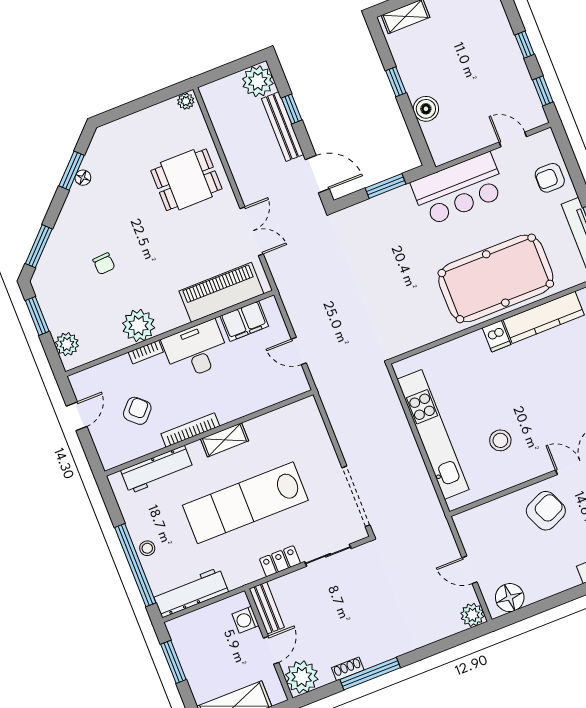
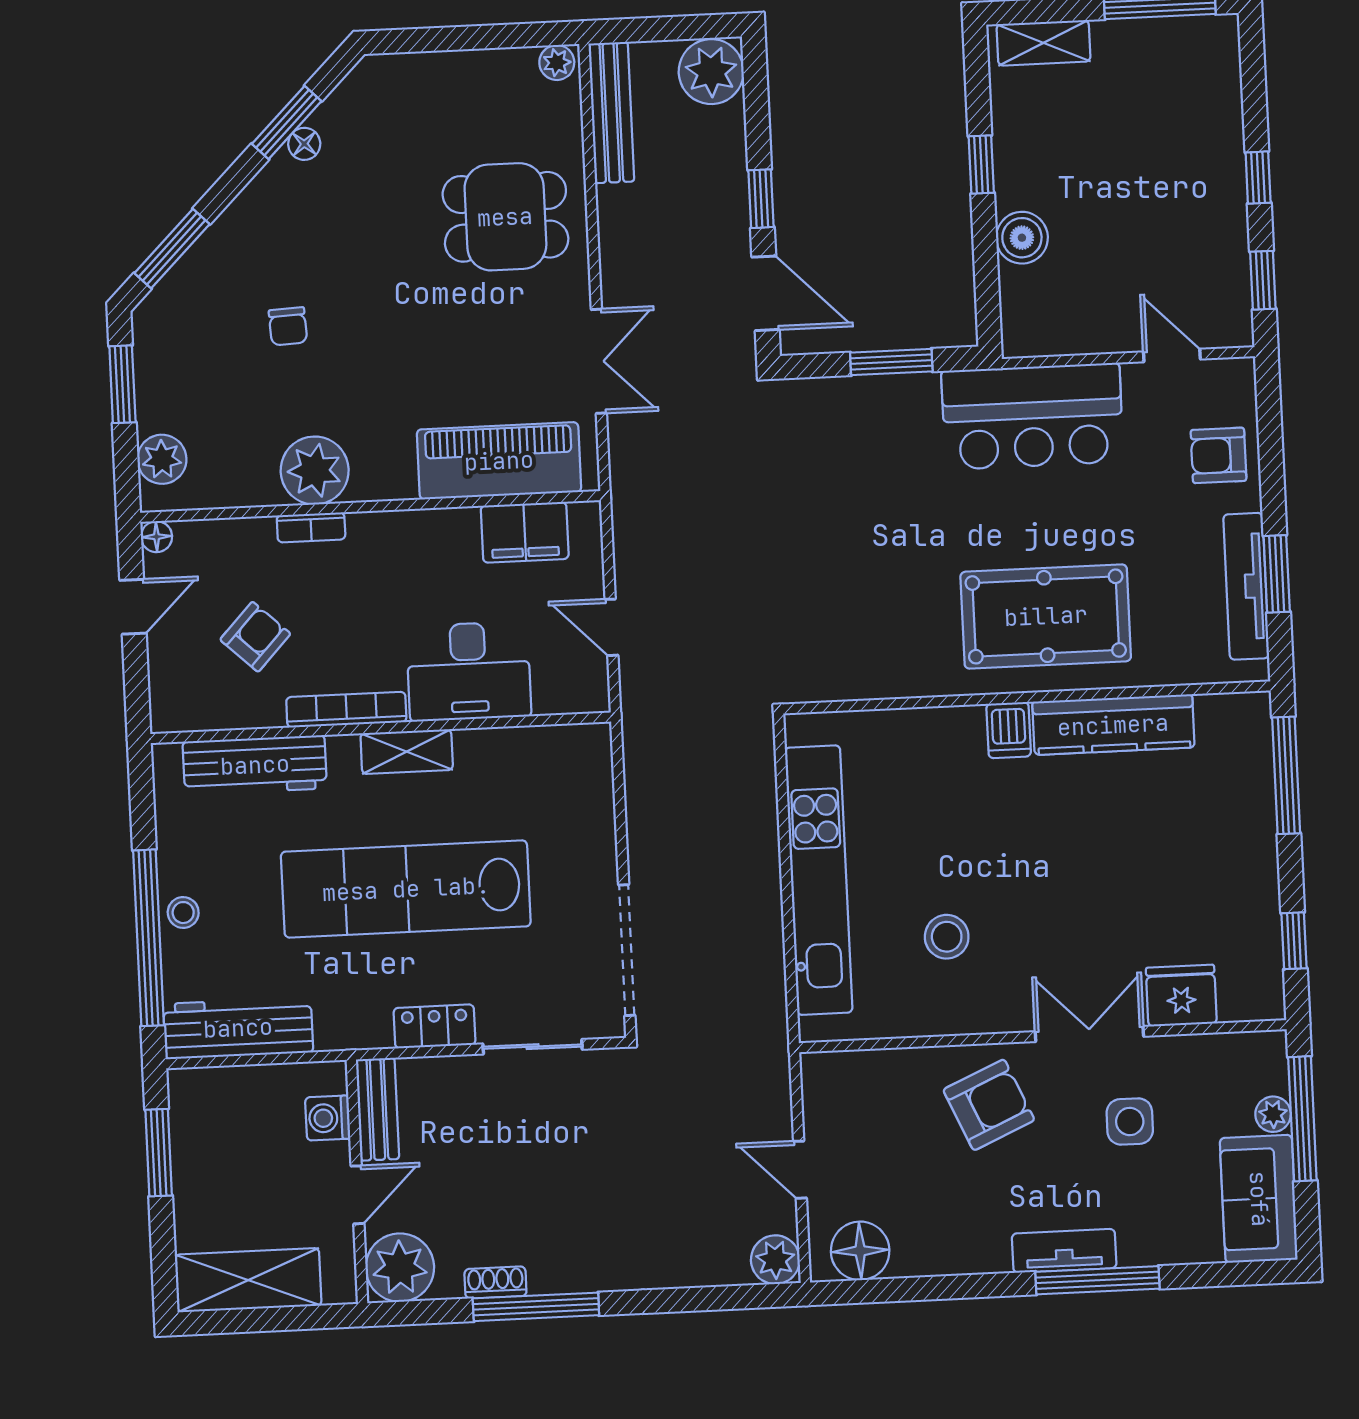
window: (292, 109) -> (761, 199), moved
bench: (282, 127) -> (611, 112), moved
pool table: (496, 278) -> (1046, 616), width x0.73, depth x0.76
desk: (196, 350) -> (469, 671), moved, turned 180
floor lamp: (77, 380) -> (157, 537), added

